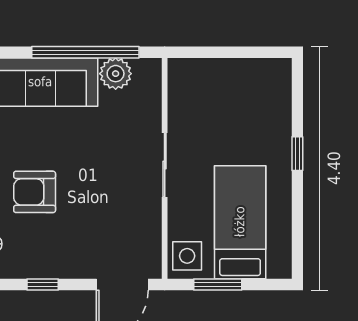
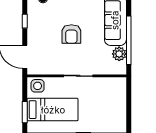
armchair: (35, 192) -> (71, 34), moved, turned 180
window: (218, 284) -> (25, 112), moved

